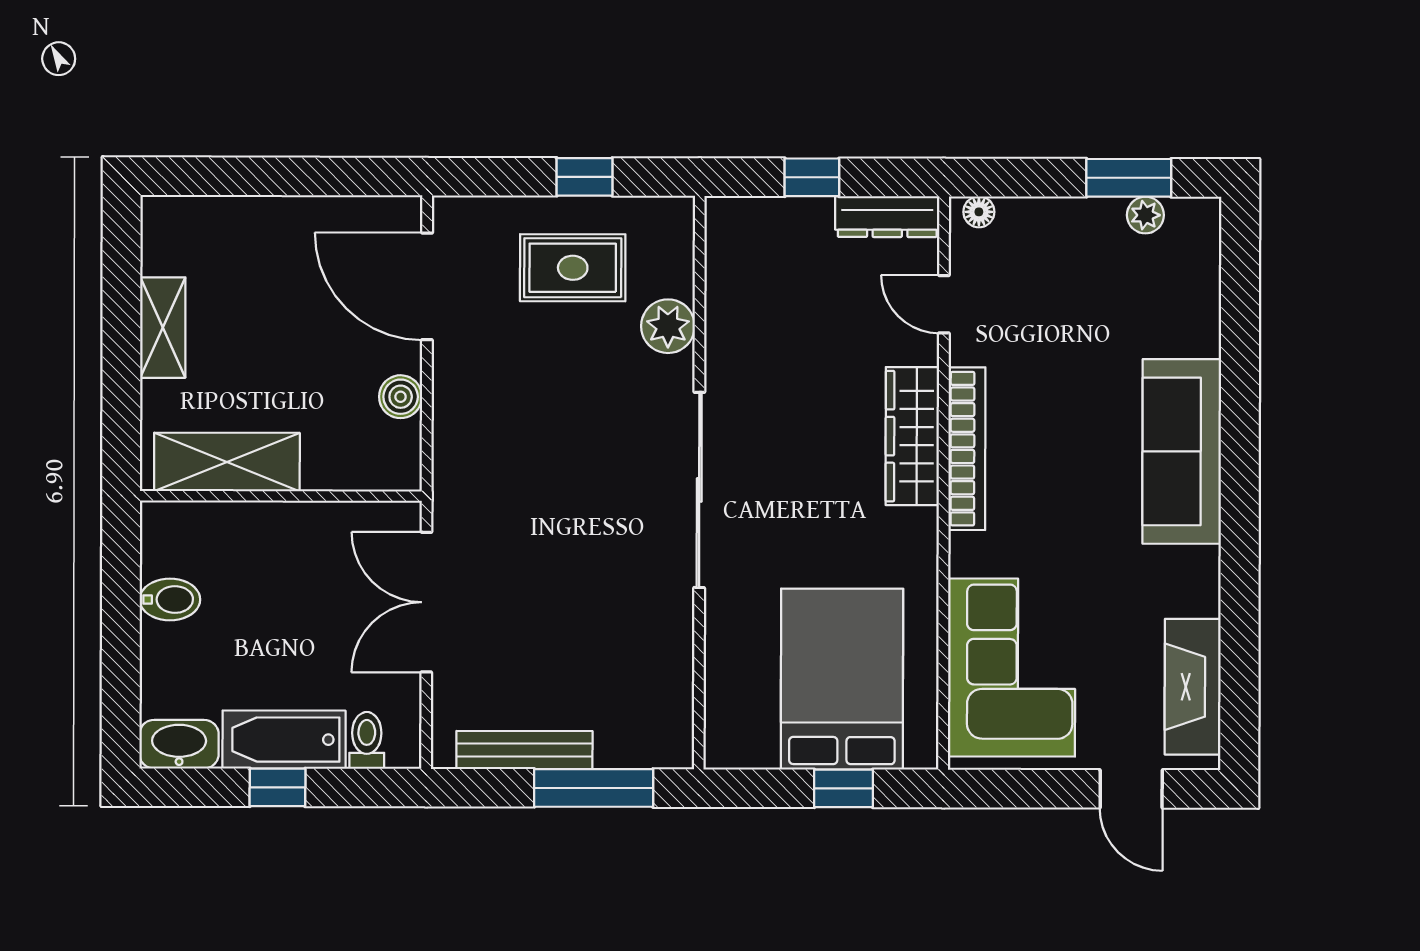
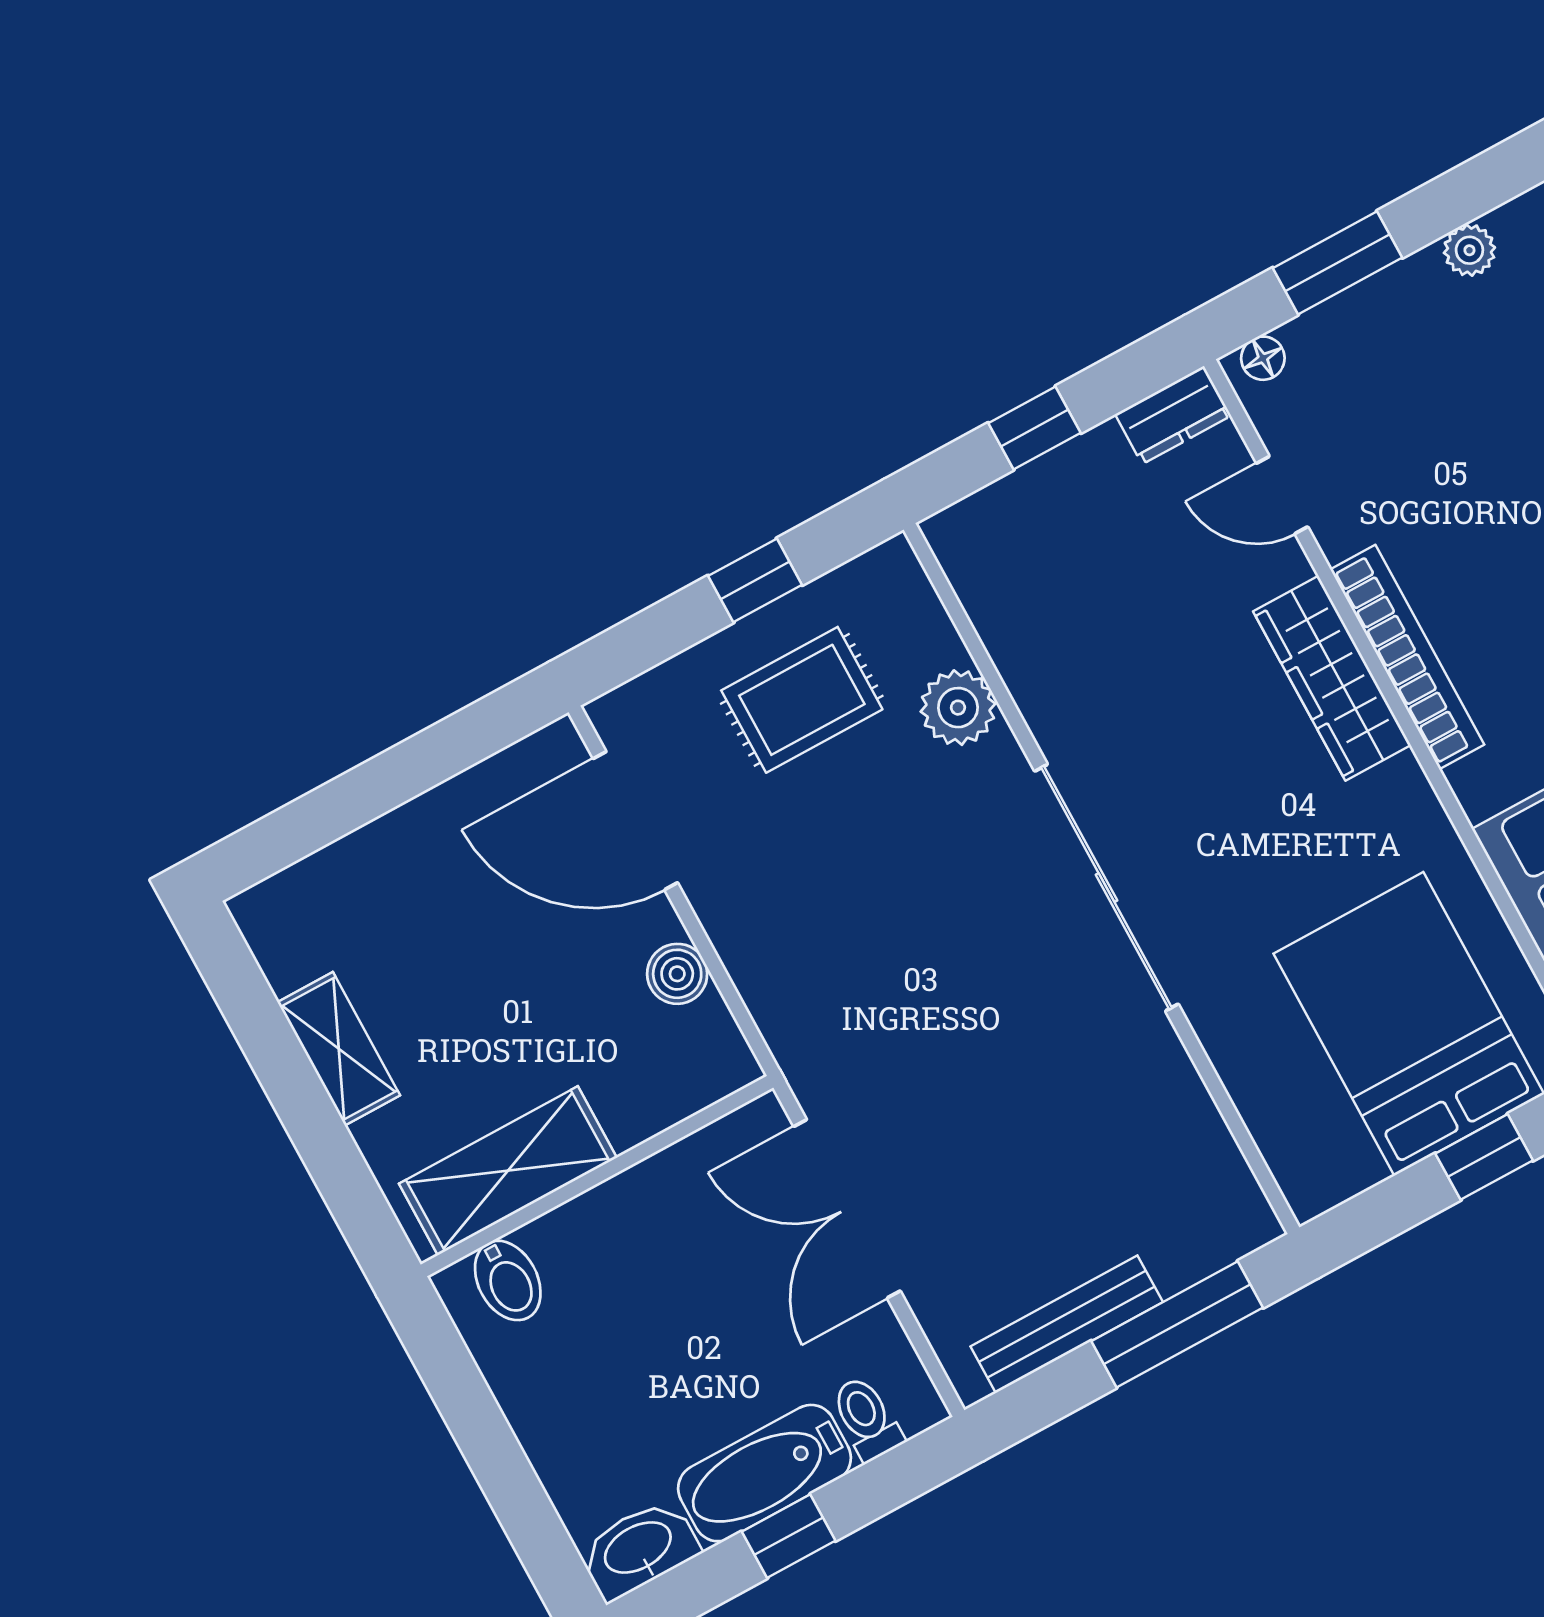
window: (1129, 178) -> (1337, 263), moved
dresser: (887, 217) -> (1173, 415), width x0.70
bidet: (170, 600) -> (508, 1280), moved, turned 90

